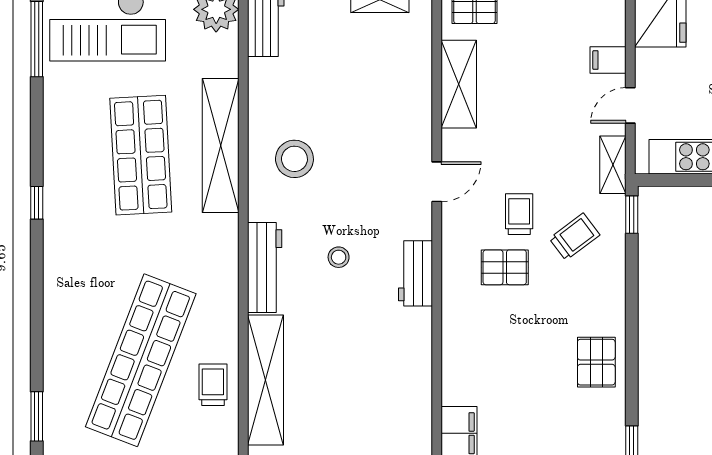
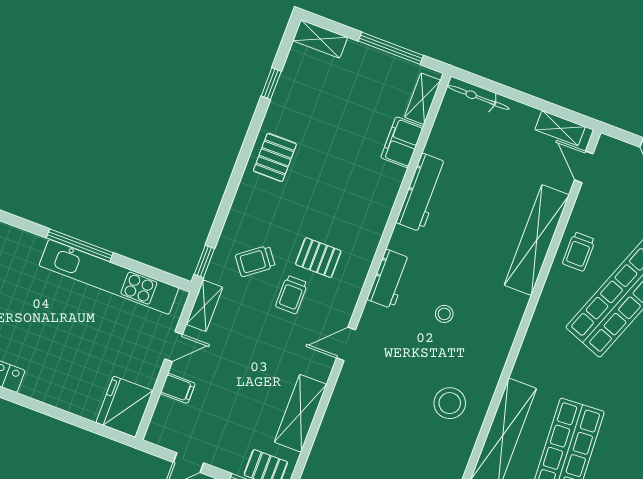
workbench: (265, 267) -> (422, 193), moved, turned 180

